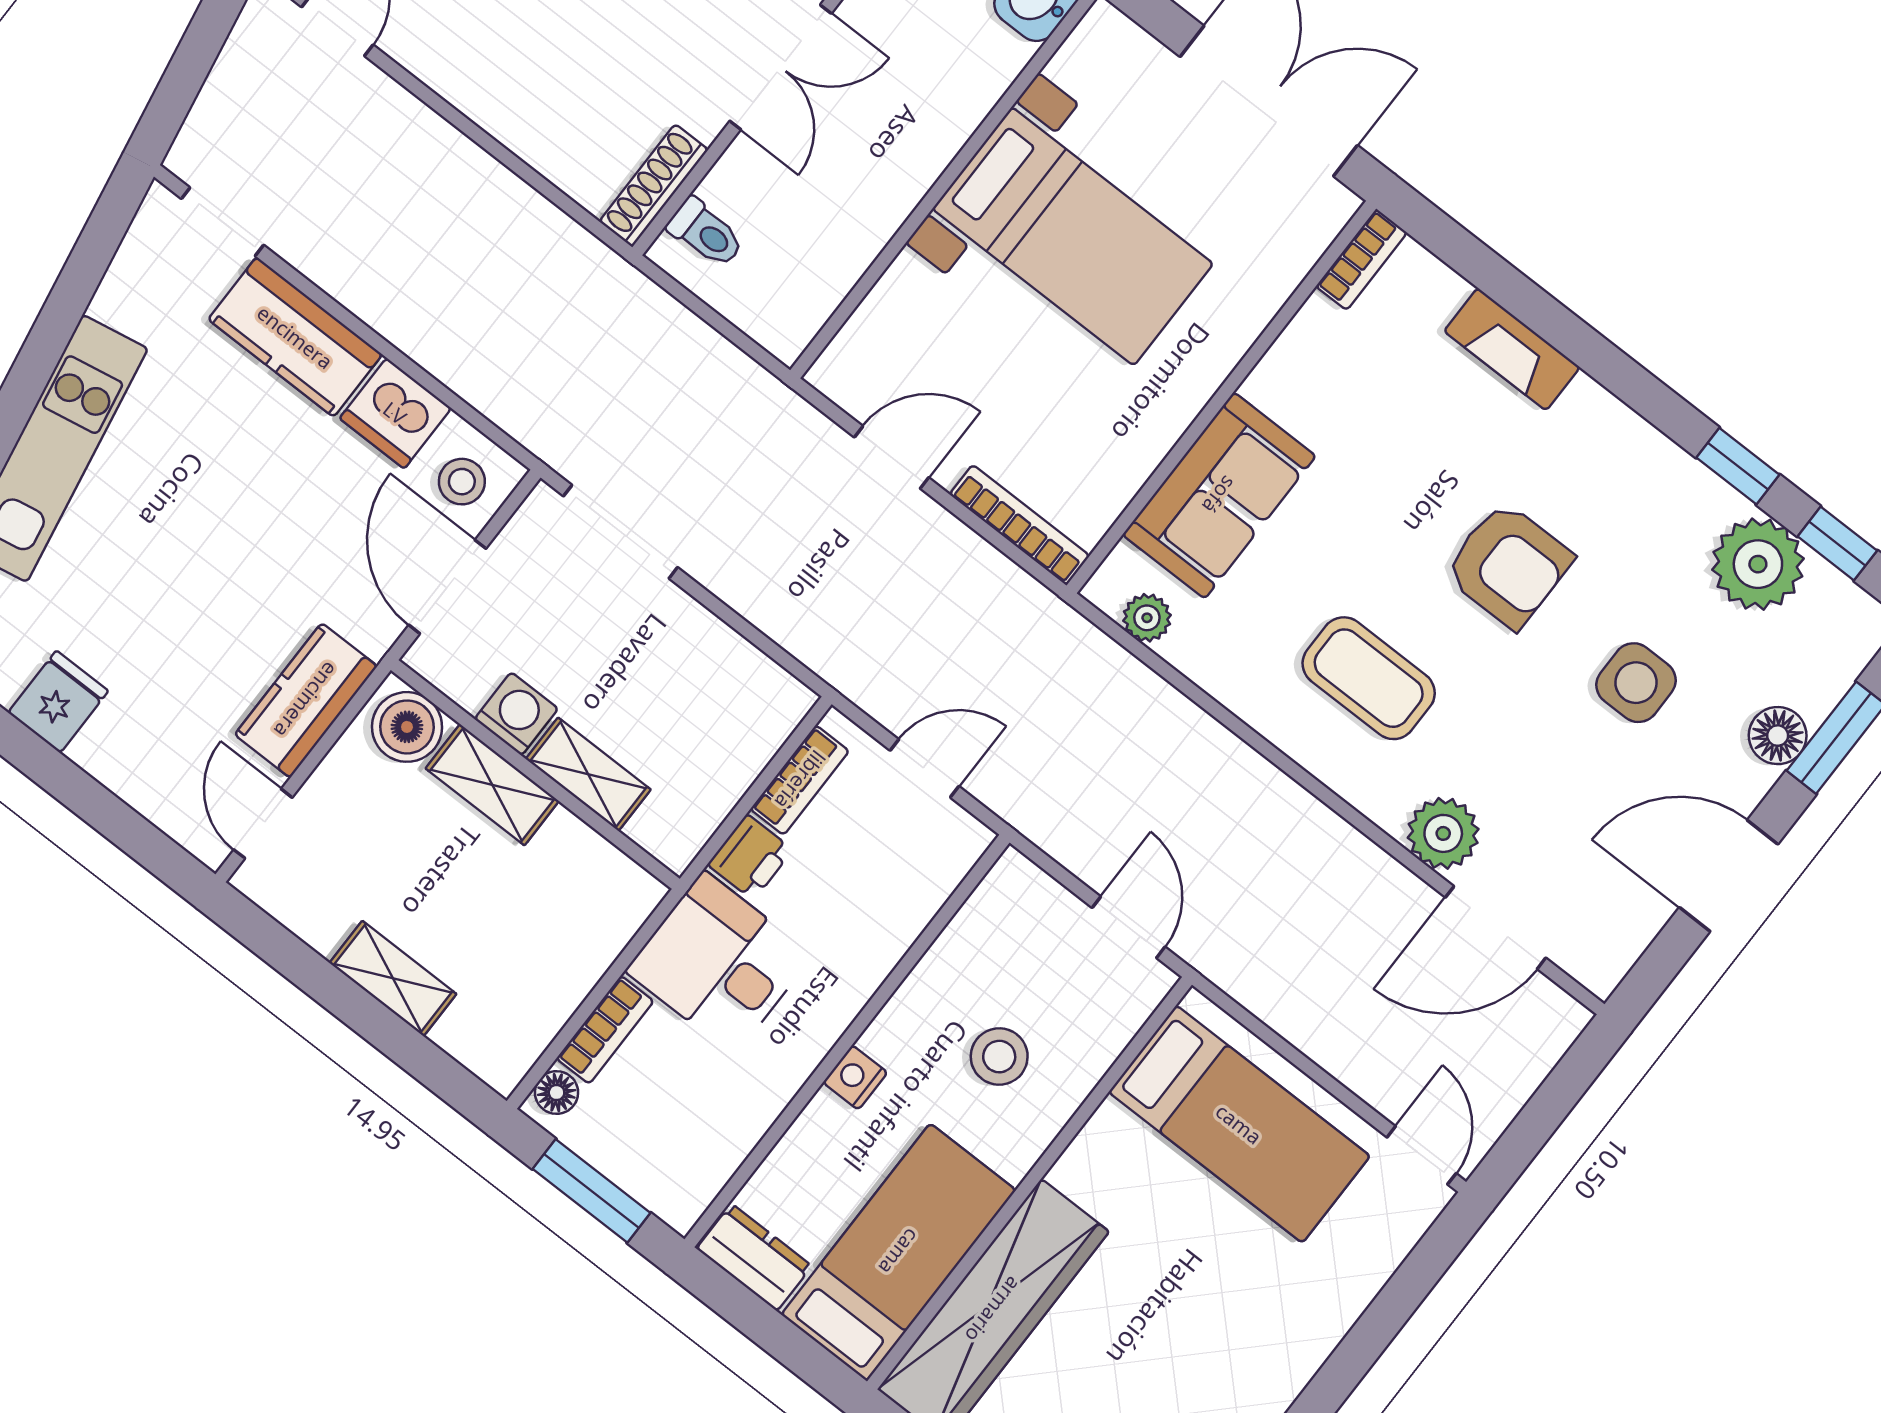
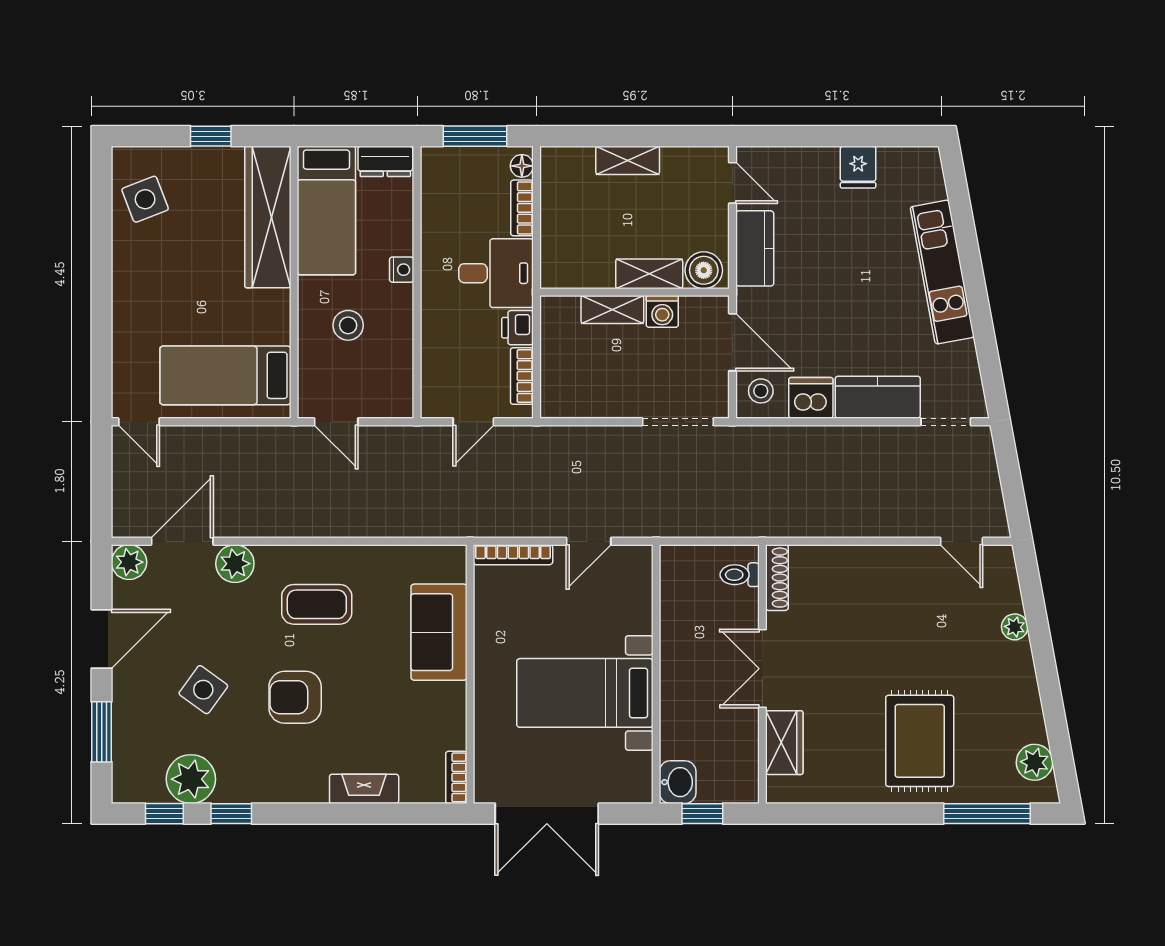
plant: (1147, 618) -> (129, 562), moved, width x1.38, depth x1.38
side table: (1636, 683) -> (203, 690), turned 36
floor lamp: (1778, 736) -> (127, 714), removed

